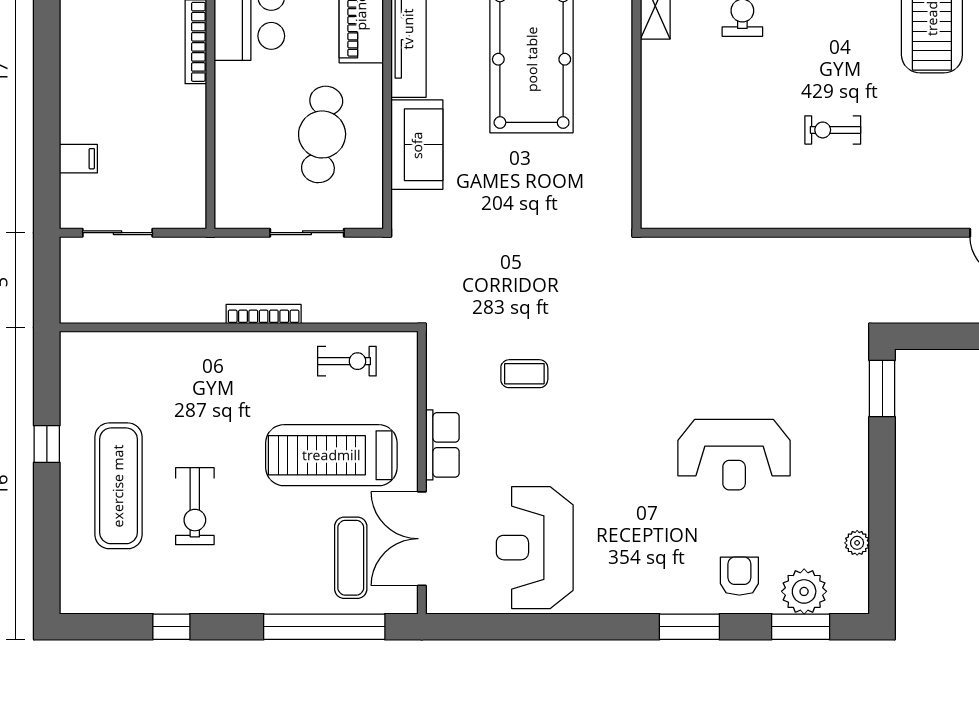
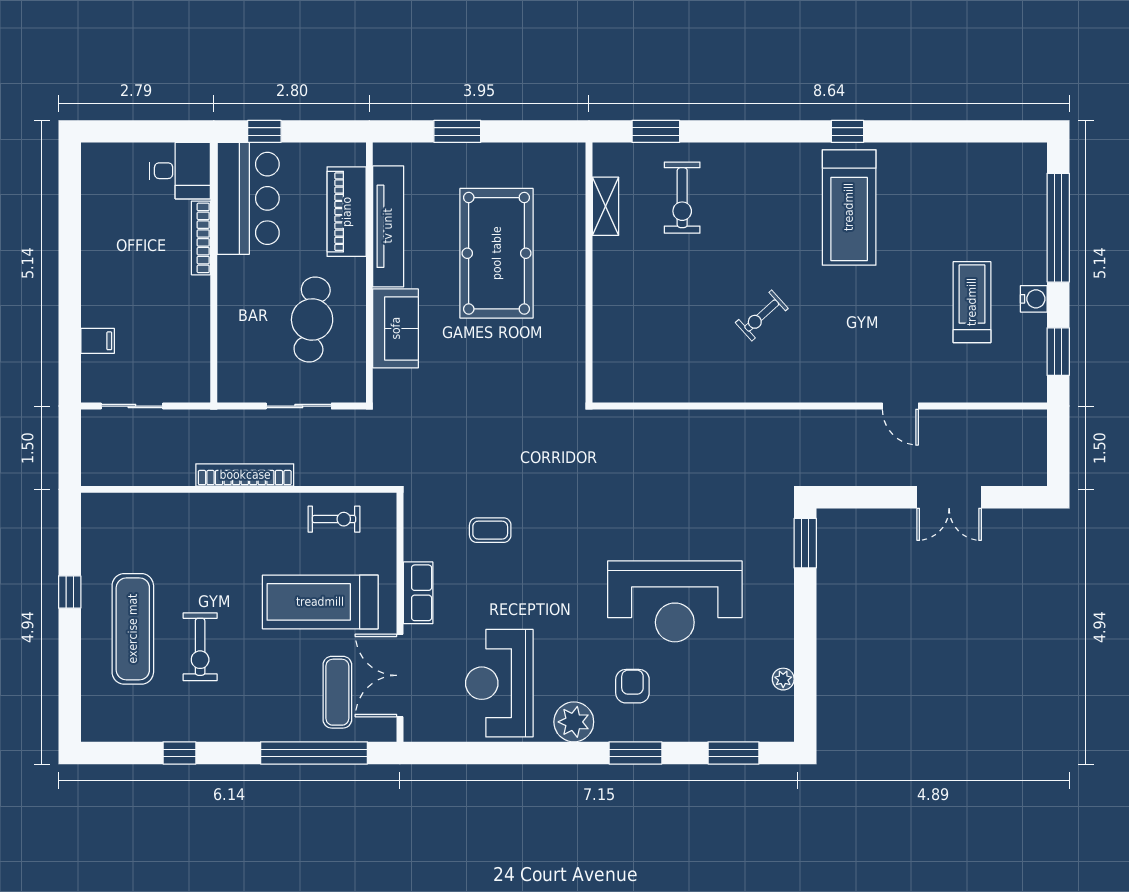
exercise bike: (833, 130) -> (762, 316), turned -42
bookcase: (264, 314) -> (245, 475), width x1.48, depth x1.31
reception desk: (734, 455) -> (675, 601), width x1.36, depth x1.30
armchair: (739, 576) -> (632, 686), moved
plant: (804, 591) -> (574, 722), moved

